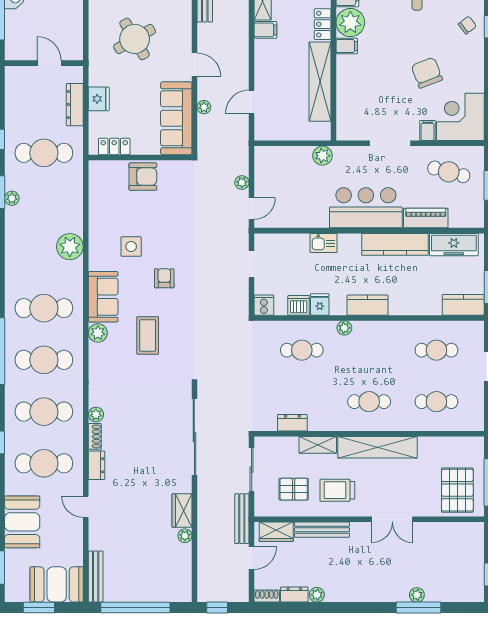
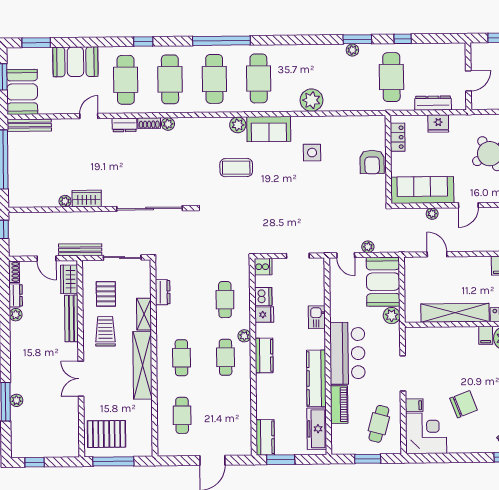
booth: (283, 165) -> (383, 282), added
armchair: (164, 278) -> (285, 181), removed
cafe table: (436, 350) -> (226, 357), moved

